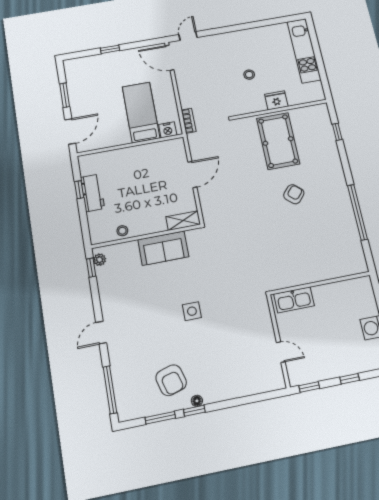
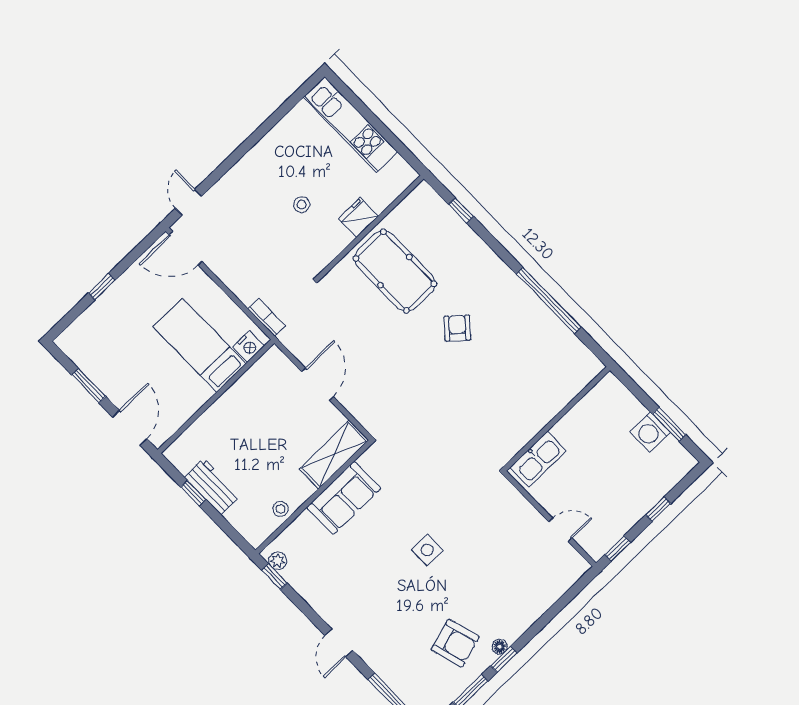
shelving: (183, 221) -> (334, 455), width x1.50, depth x1.33

